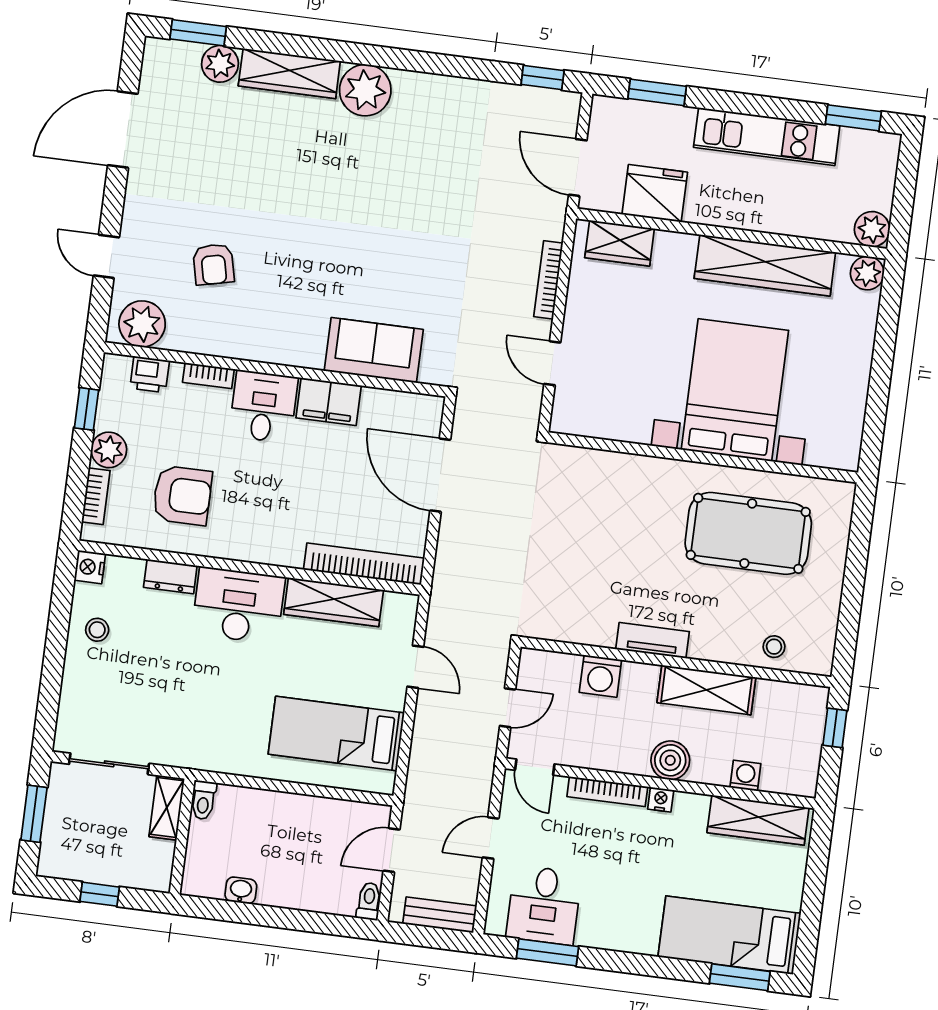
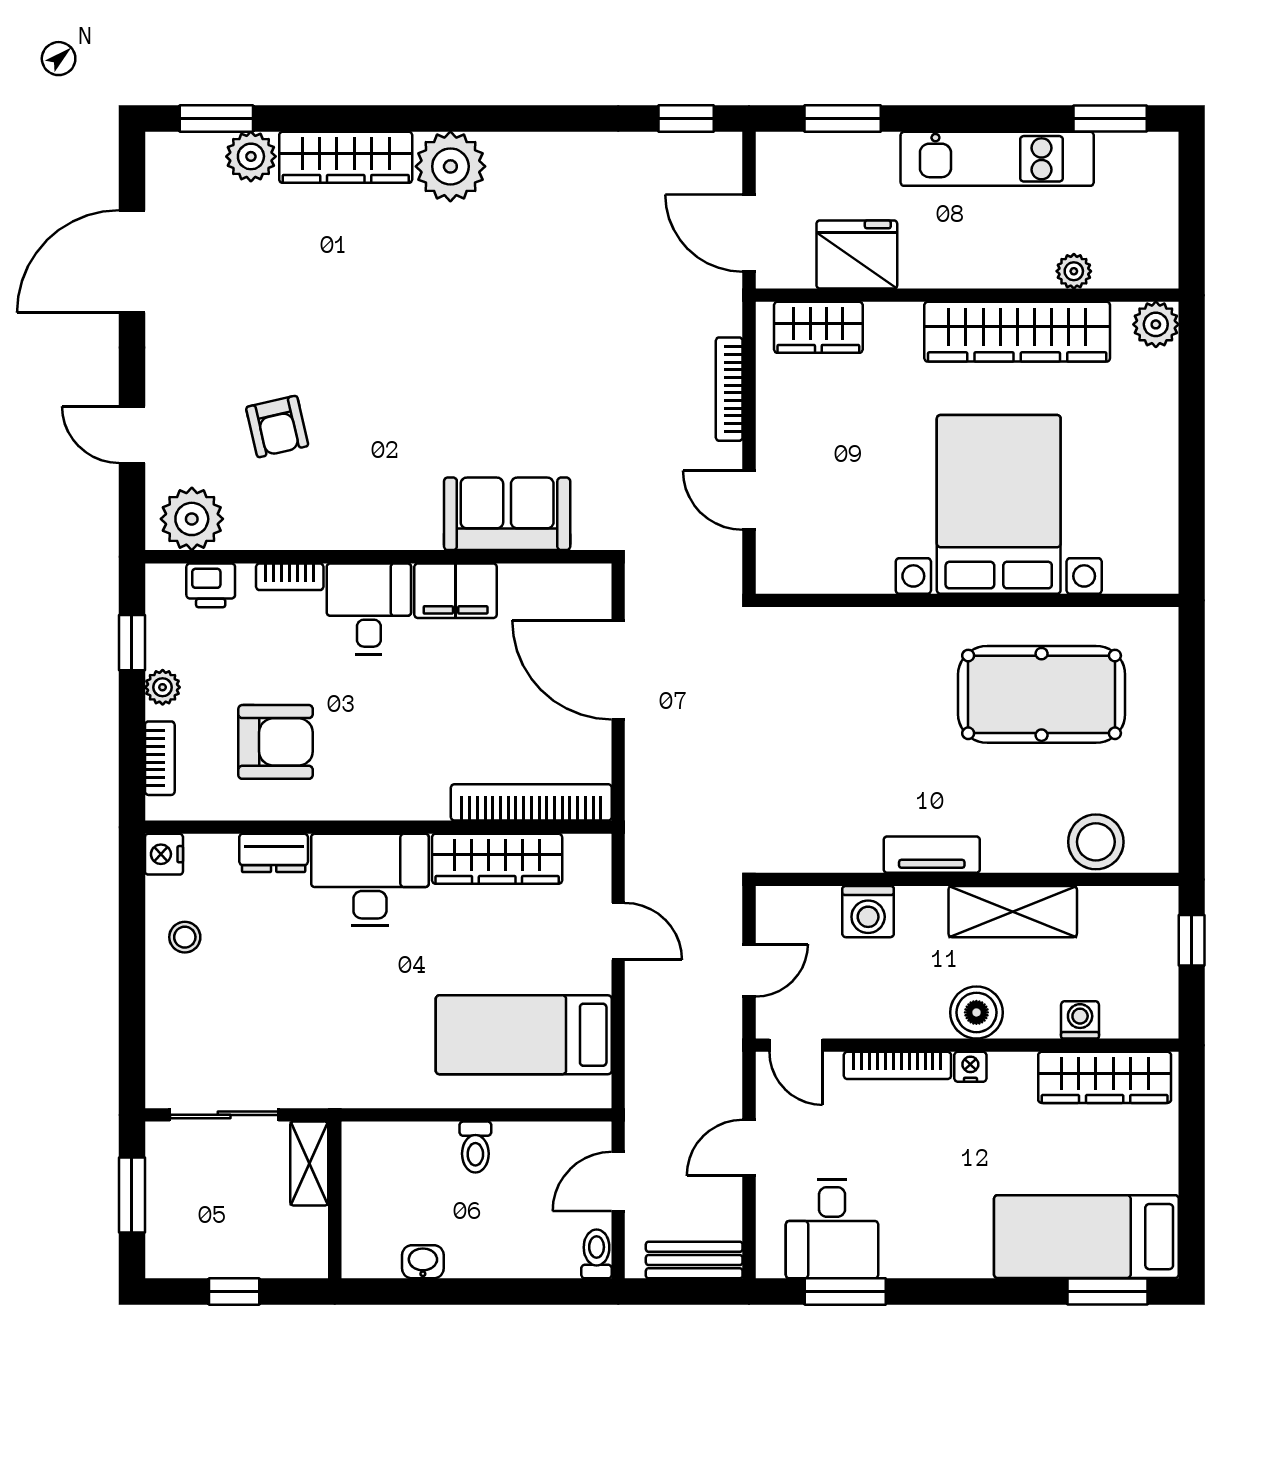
plant: (872, 229) -> (1074, 271), moved, width x0.73, depth x0.73
plant: (109, 450) -> (163, 687), width x0.73, depth x0.73
stool: (774, 647) -> (1096, 842), width x1.89, depth x1.89
toilet: (203, 800) -> (475, 1147), moved

